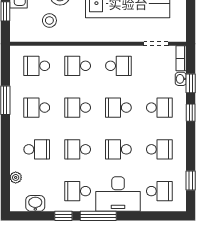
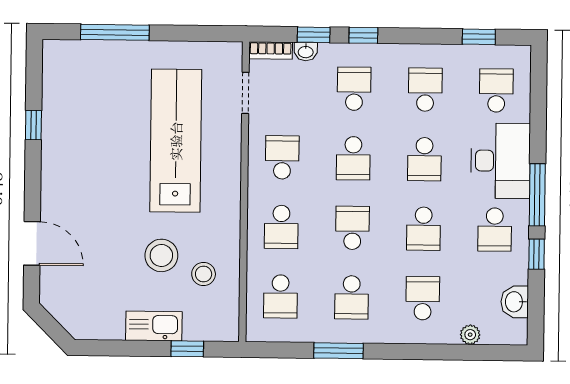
school desk: (78, 108) -> (352, 228), turned 180

